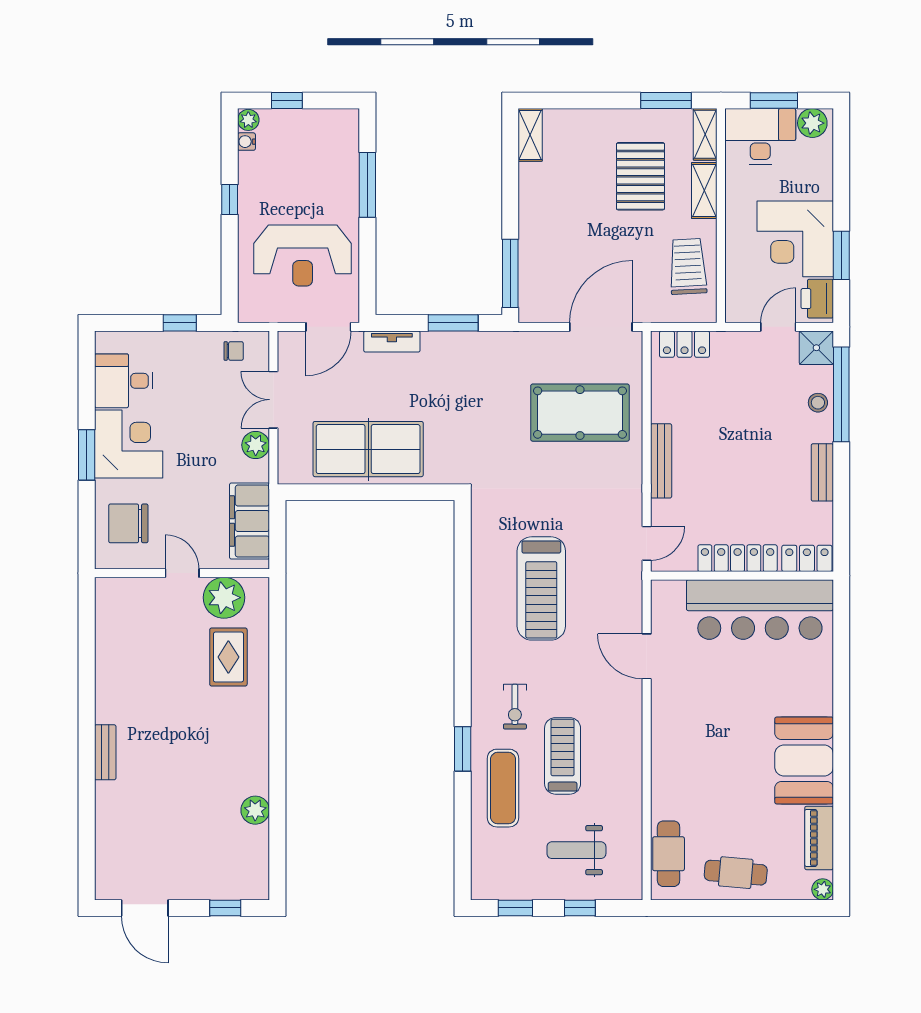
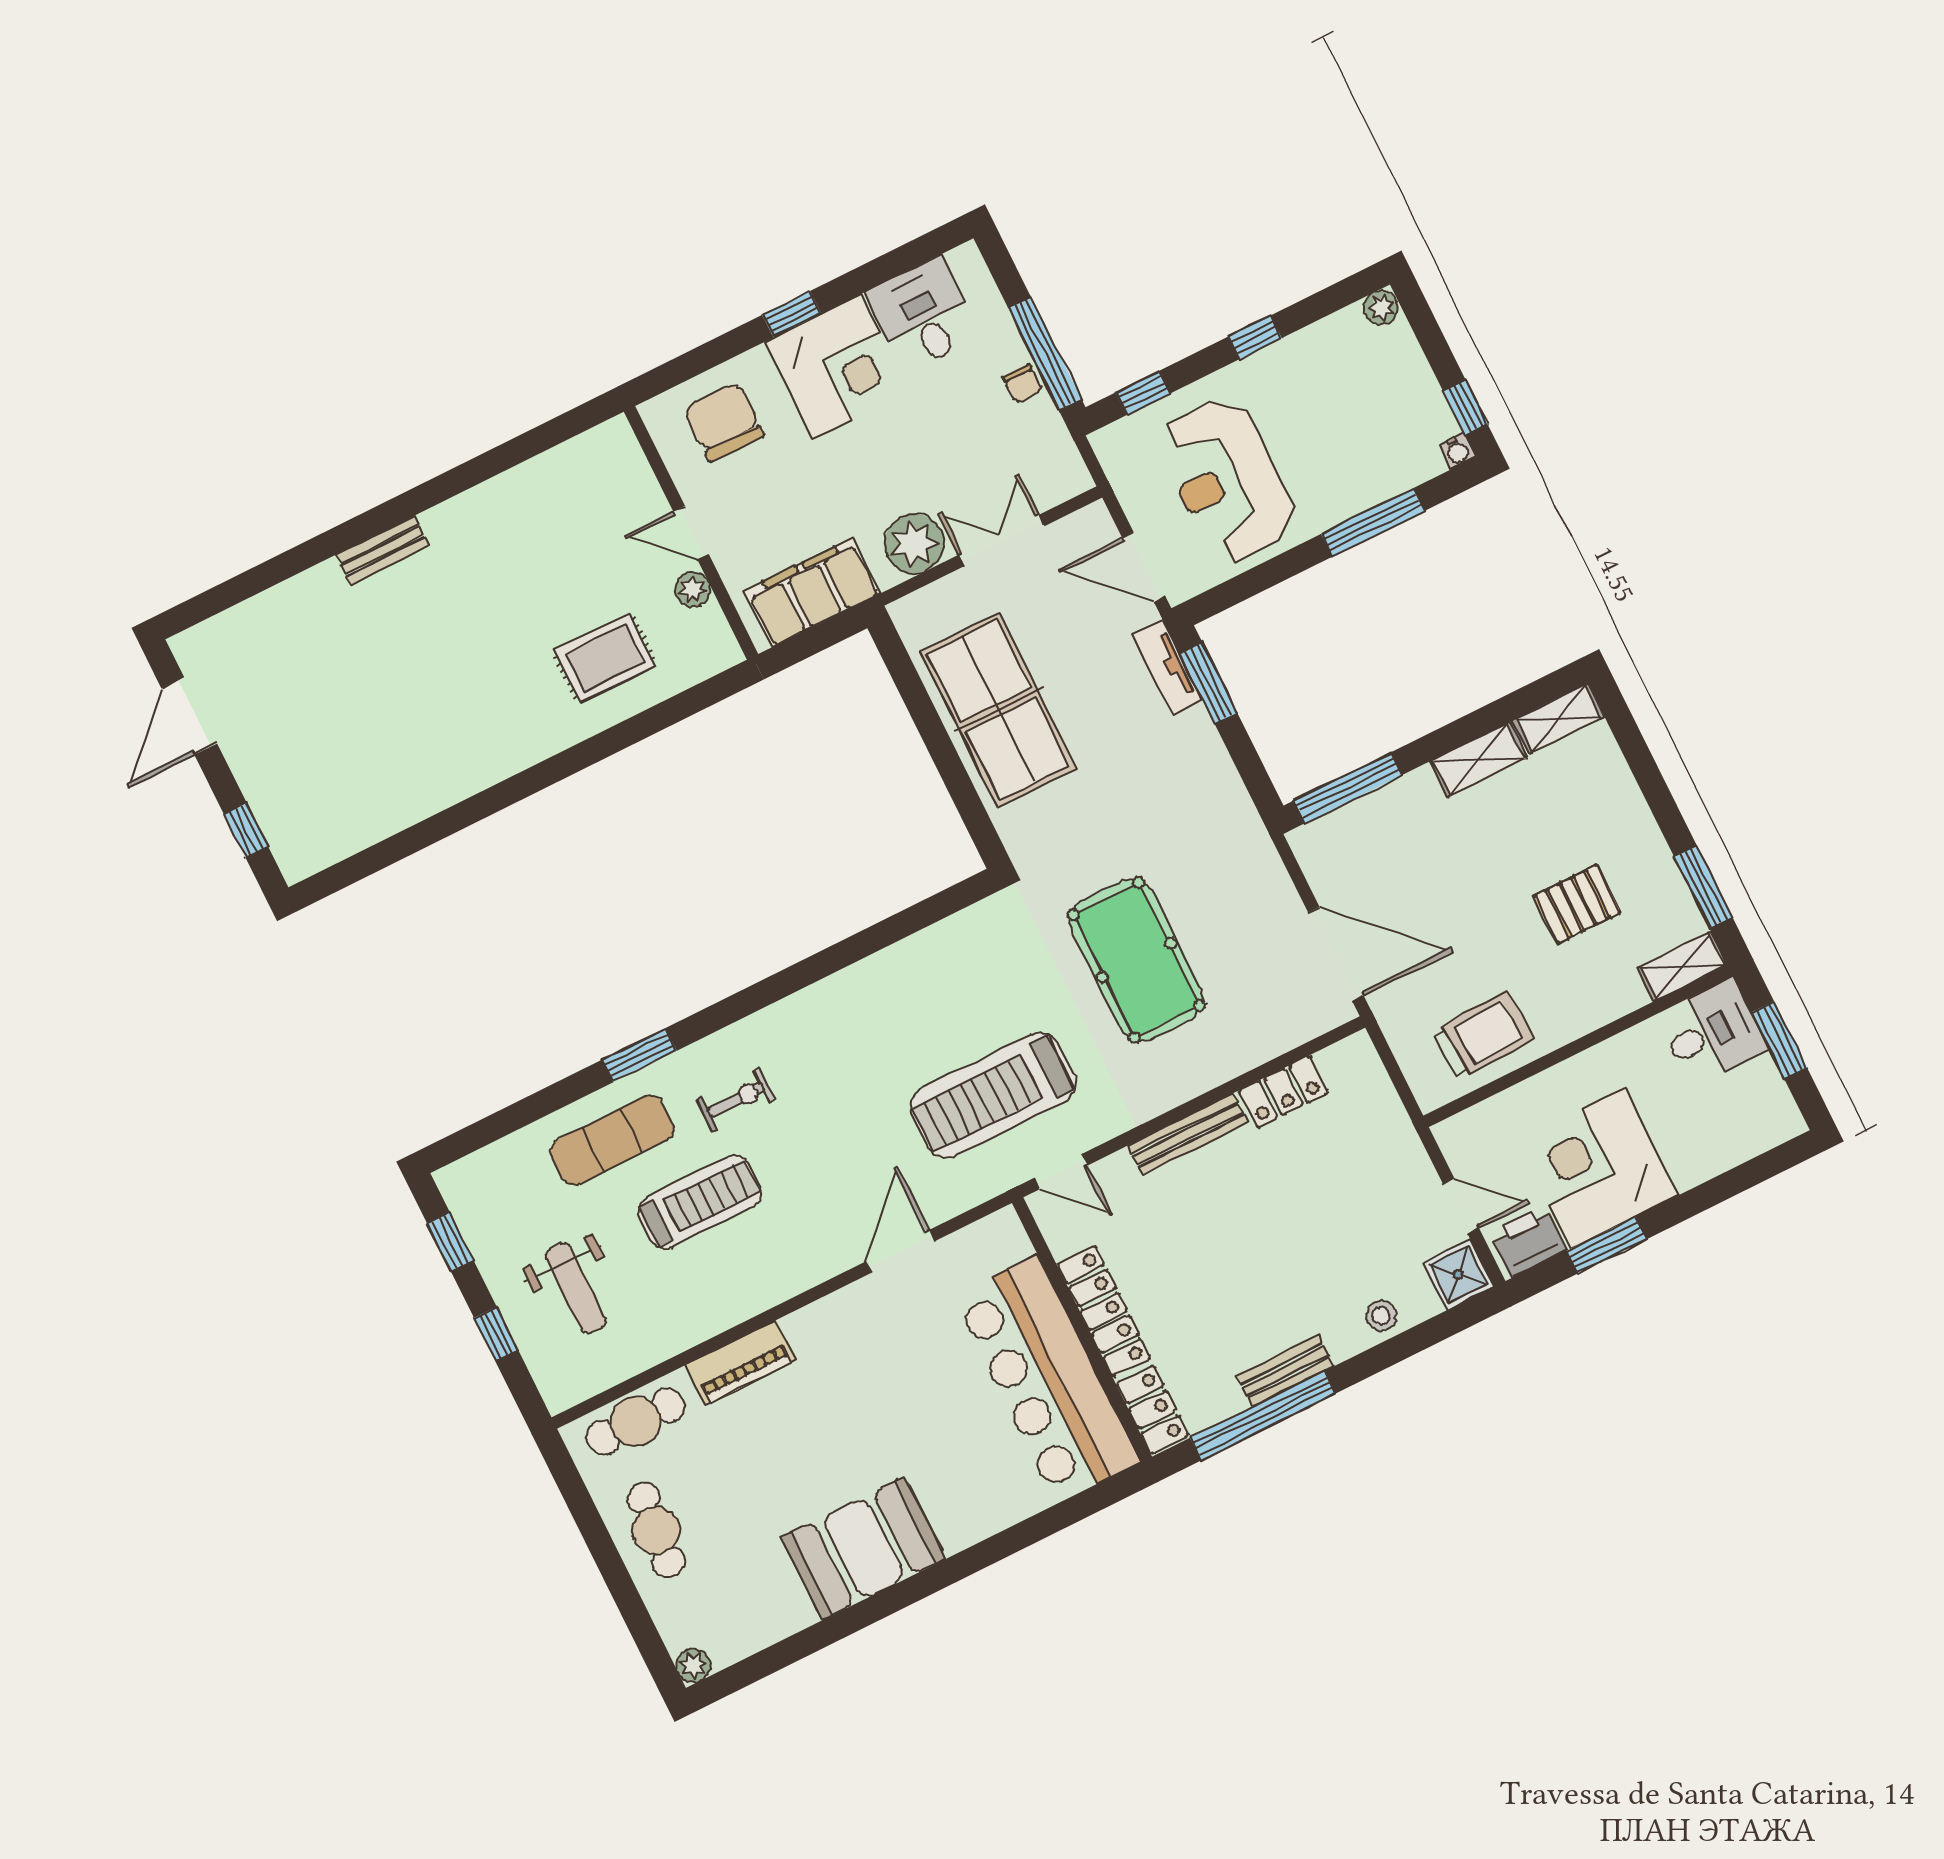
window: (287, 100) -> (1465, 408), moved
plant: (812, 123) -> (1774, 1111), removed
desk: (760, 136) -> (1712, 1032), width x0.73
water cooler: (246, 142) -> (1457, 451), moved, turned 180
pallet: (640, 176) -> (1578, 904), width x0.67, depth x0.71
shelving: (704, 191) -> (1479, 759), moved
window: (230, 279) -> (1143, 393), added
window: (180, 323) -> (1045, 353), width x2.17
window: (453, 323) -> (1208, 683), moved
locker: (684, 344) -> (1283, 1092), moved, turned -90
chair: (234, 351) -> (1022, 383), moved
window: (841, 394) -> (1262, 1416), moved
pool table: (580, 413) -> (1136, 960), moved
plant: (256, 445) -> (914, 544), width x1.36, depth x1.36
window: (87, 455) -> (792, 314), width x0.67
door: (182, 573) -> (691, 533), swing flipped
treadmill: (541, 588) -> (993, 1095), moved
plant: (224, 598) -> (693, 589), width x0.53, depth x0.53
exercise bike: (515, 707) -> (736, 1100), turned 180
plant: (255, 810) -> (406, 804), removed
piano: (819, 838) -> (741, 1363), moved, turned 180
weight bench: (576, 850) -> (576, 1288), turned 180

